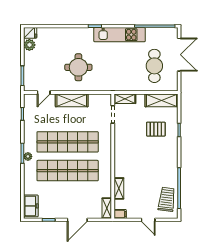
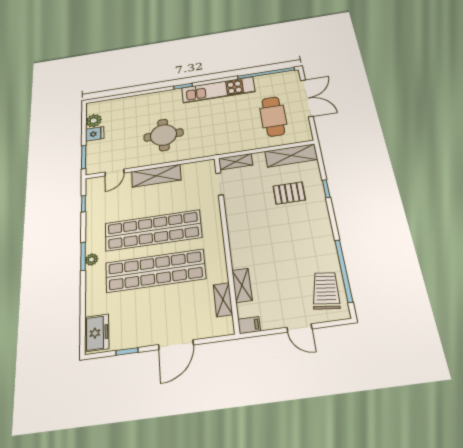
fridge: (30, 33) -> (95, 134), moved
shelving: (107, 208) -> (223, 300), moved

